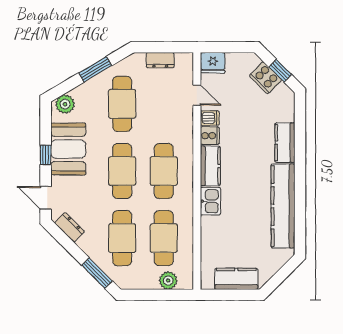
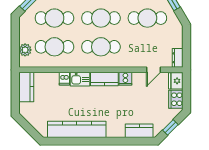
dresser: (160, 60) -> (178, 58), moved
cooker: (266, 78) -> (176, 99), moved, turned -45
dishwasher: (210, 118) -> (64, 79), moved
kitchen counter: (285, 143) -> (139, 131), moved
kitchen counter: (236, 279) -> (26, 87), moved

